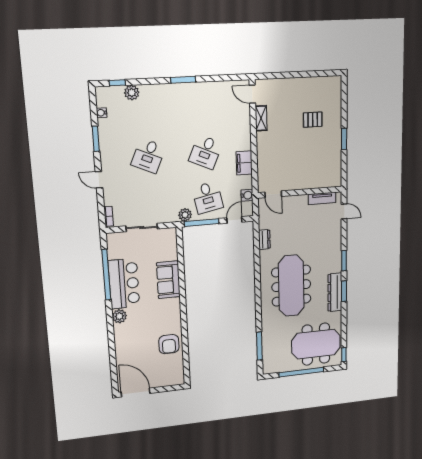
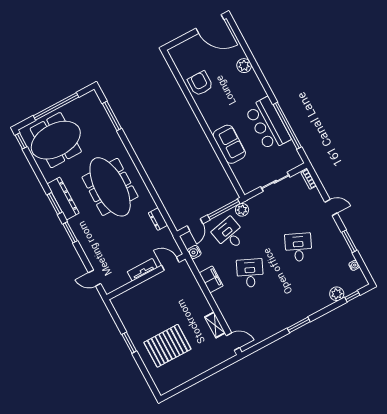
pallet: (313, 120) -> (167, 346), width x2.05, depth x2.00
tv unit: (322, 198) -> (142, 270), moved
plant: (119, 316) -> (244, 66), moved

